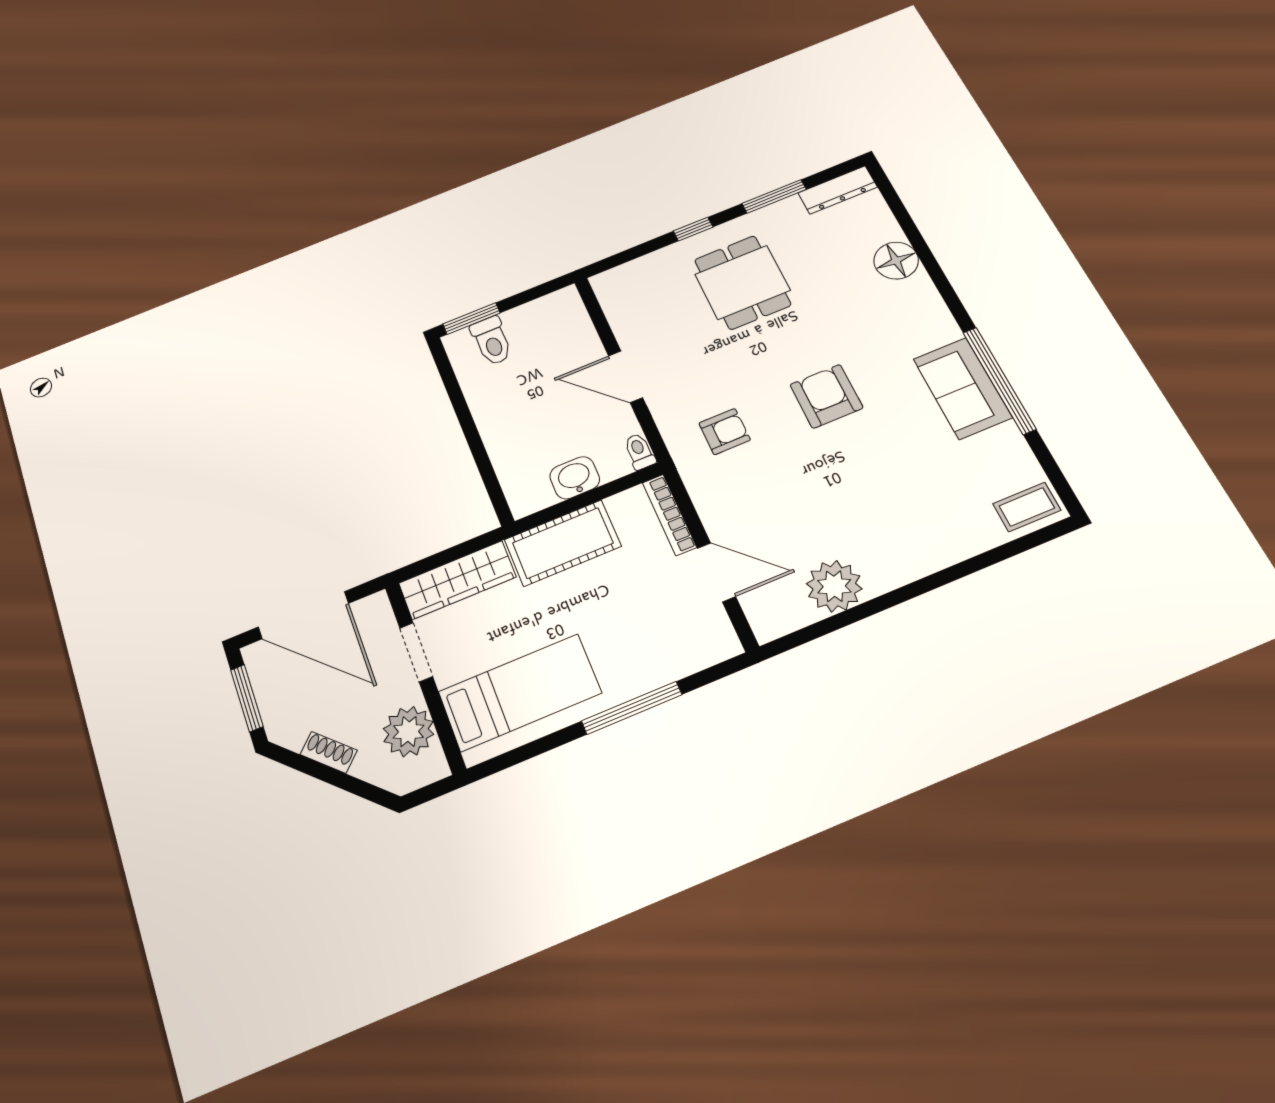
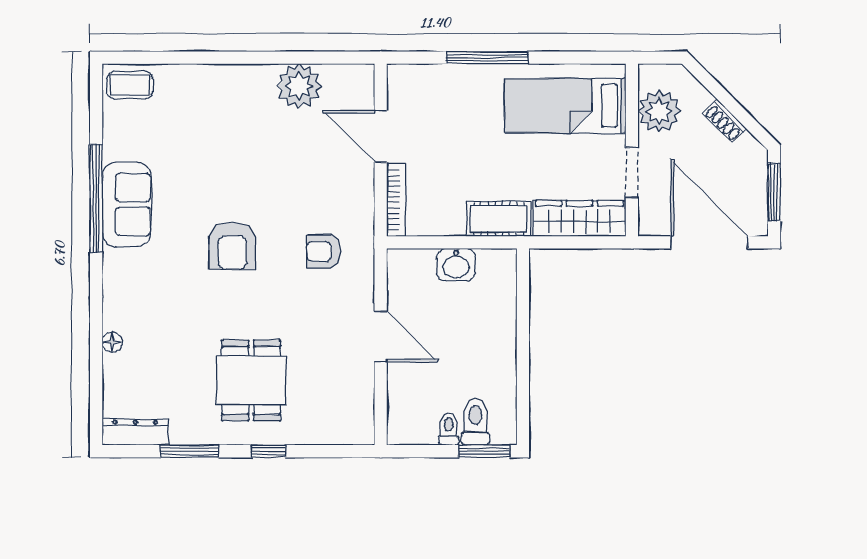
floor lamp: (896, 261) -> (112, 342), width x0.53, depth x0.53
toilet: (639, 451) -> (449, 429), moved, turned 180
cot: (563, 543) -> (499, 219), width x0.73, depth x0.75

